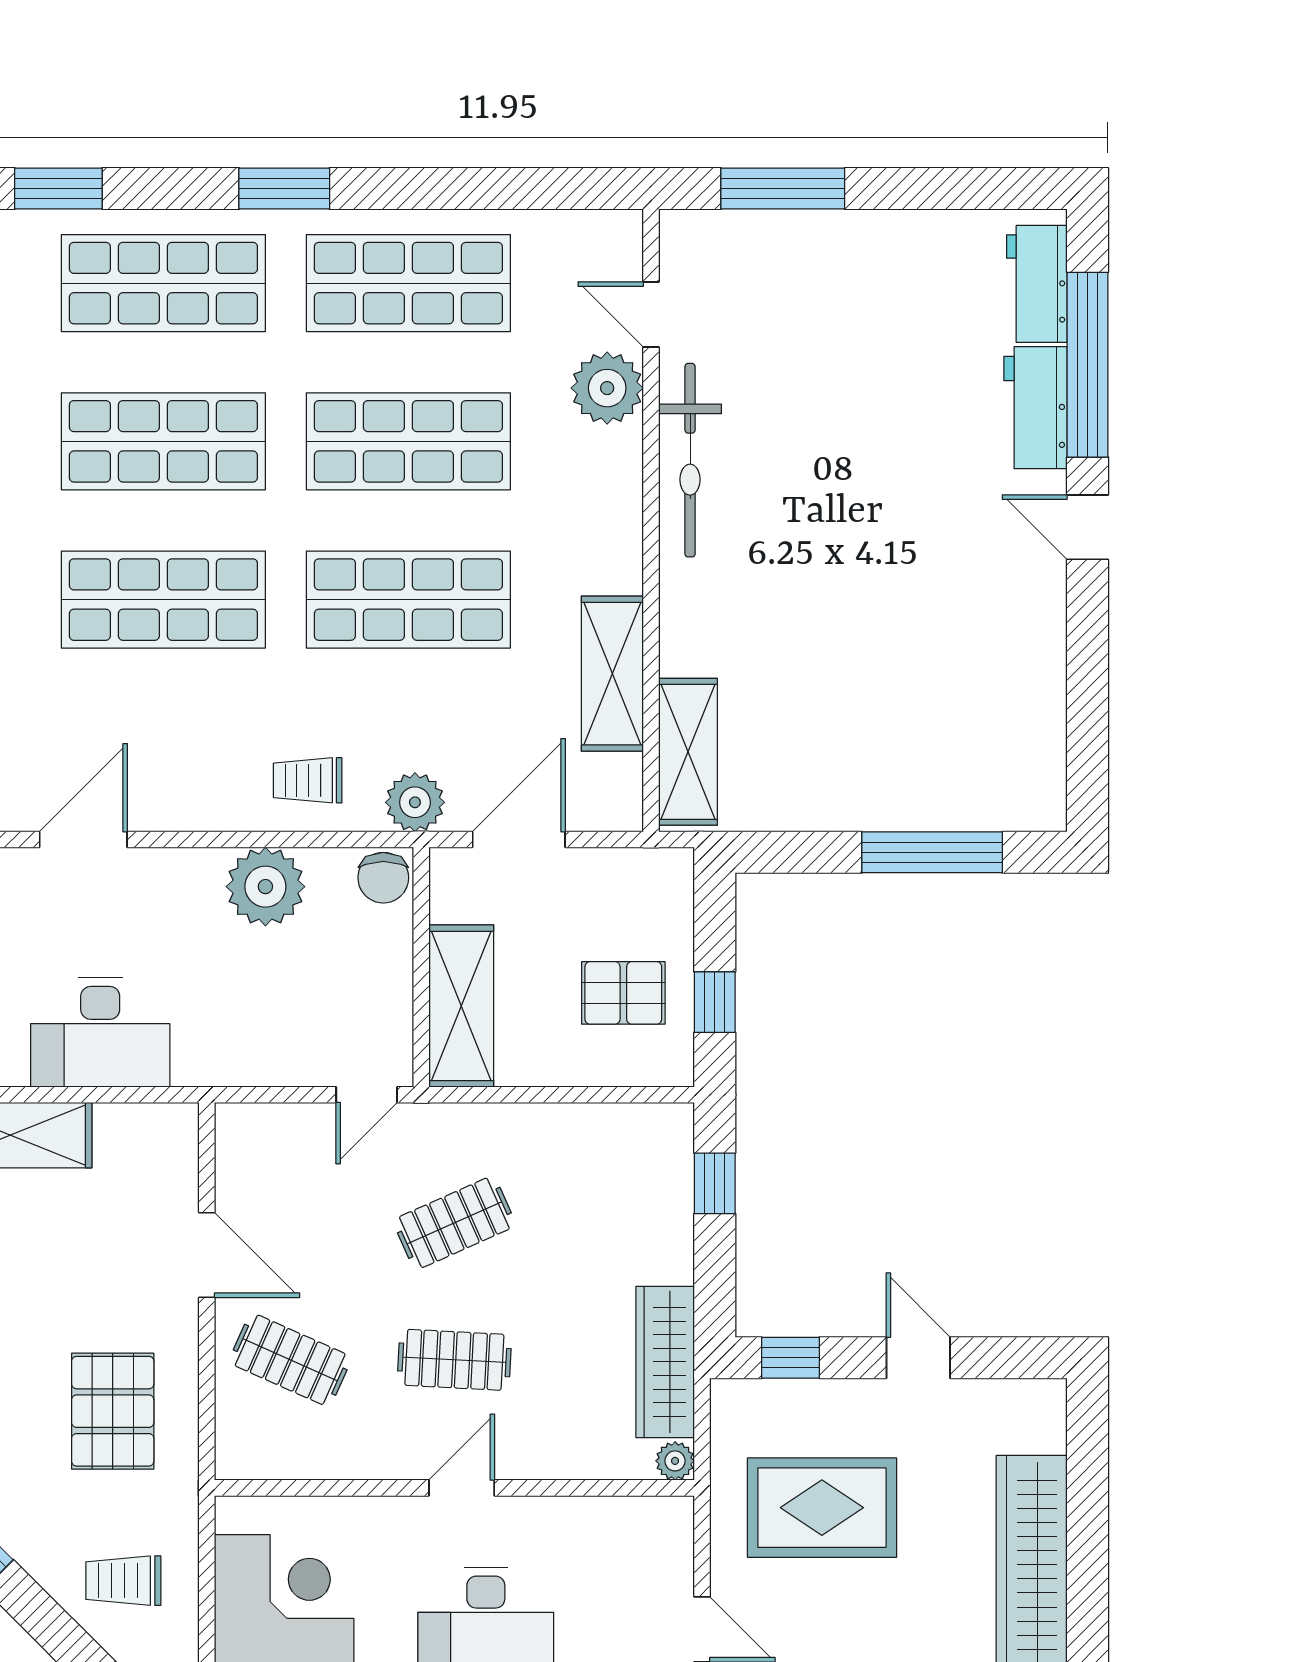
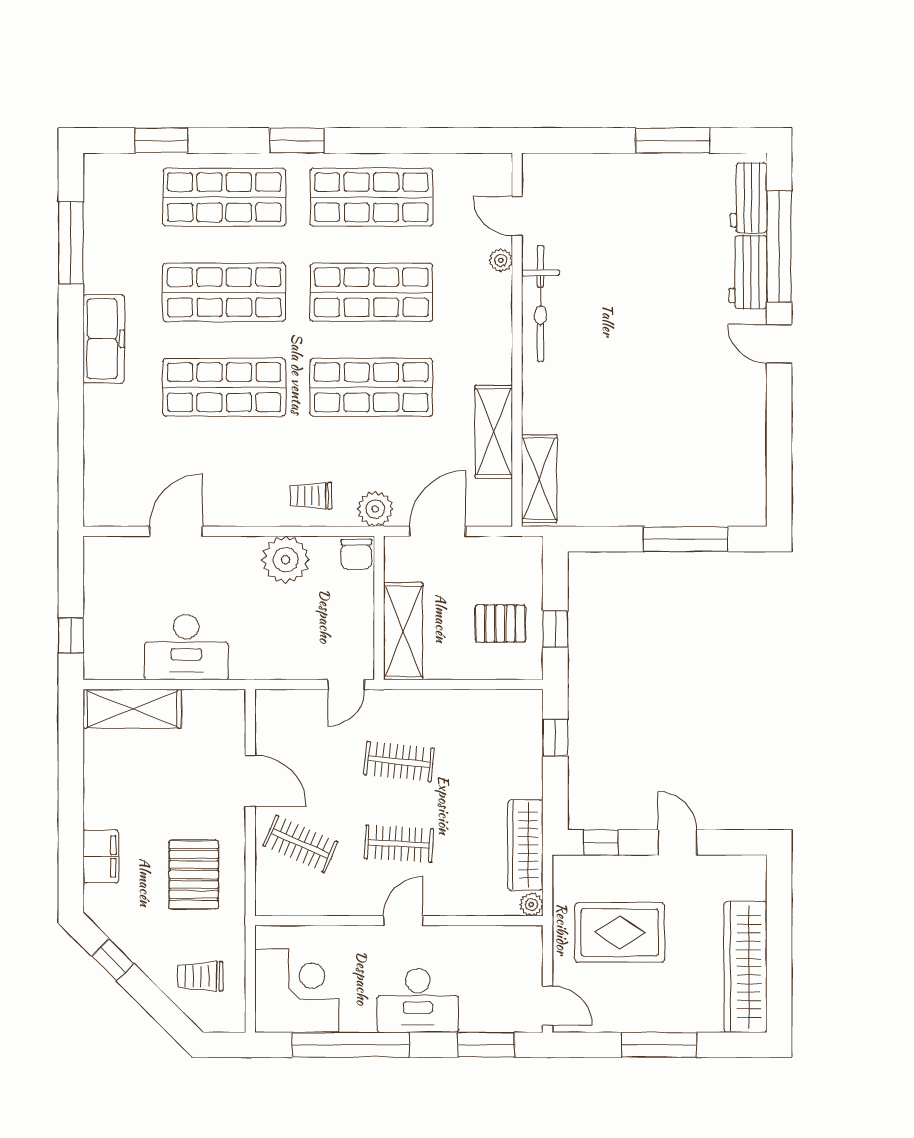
window: (783, 189) -> (673, 141), moved
plant: (607, 388) -> (501, 260), width x0.53, depth x0.53
clothes rail: (454, 1223) -> (399, 761), turned 30

